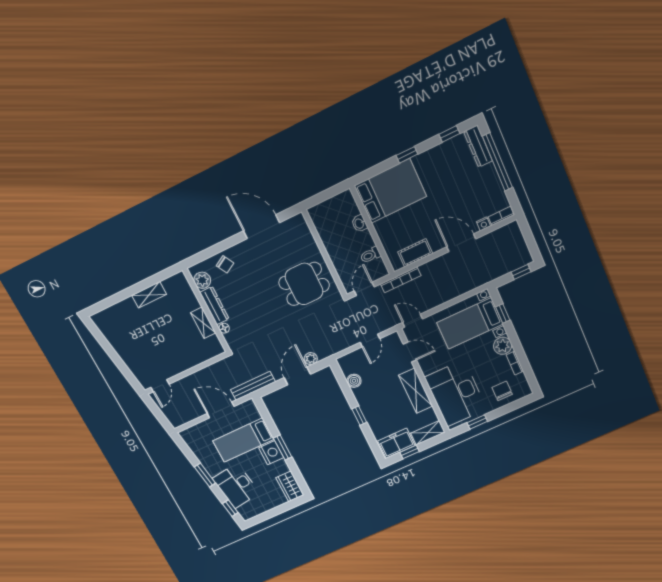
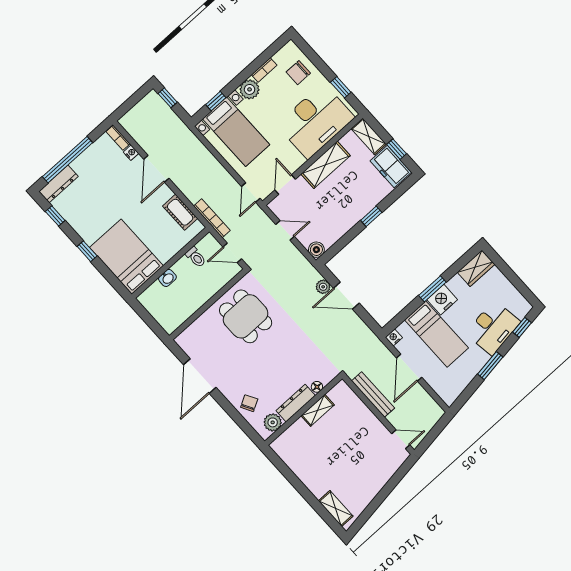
shelving: (149, 295) -> (336, 508), moved
boiler: (354, 381) -> (316, 250), moved
bench: (253, 386) -> (373, 394), moved
nightstand: (250, 405) -> (394, 337), added

